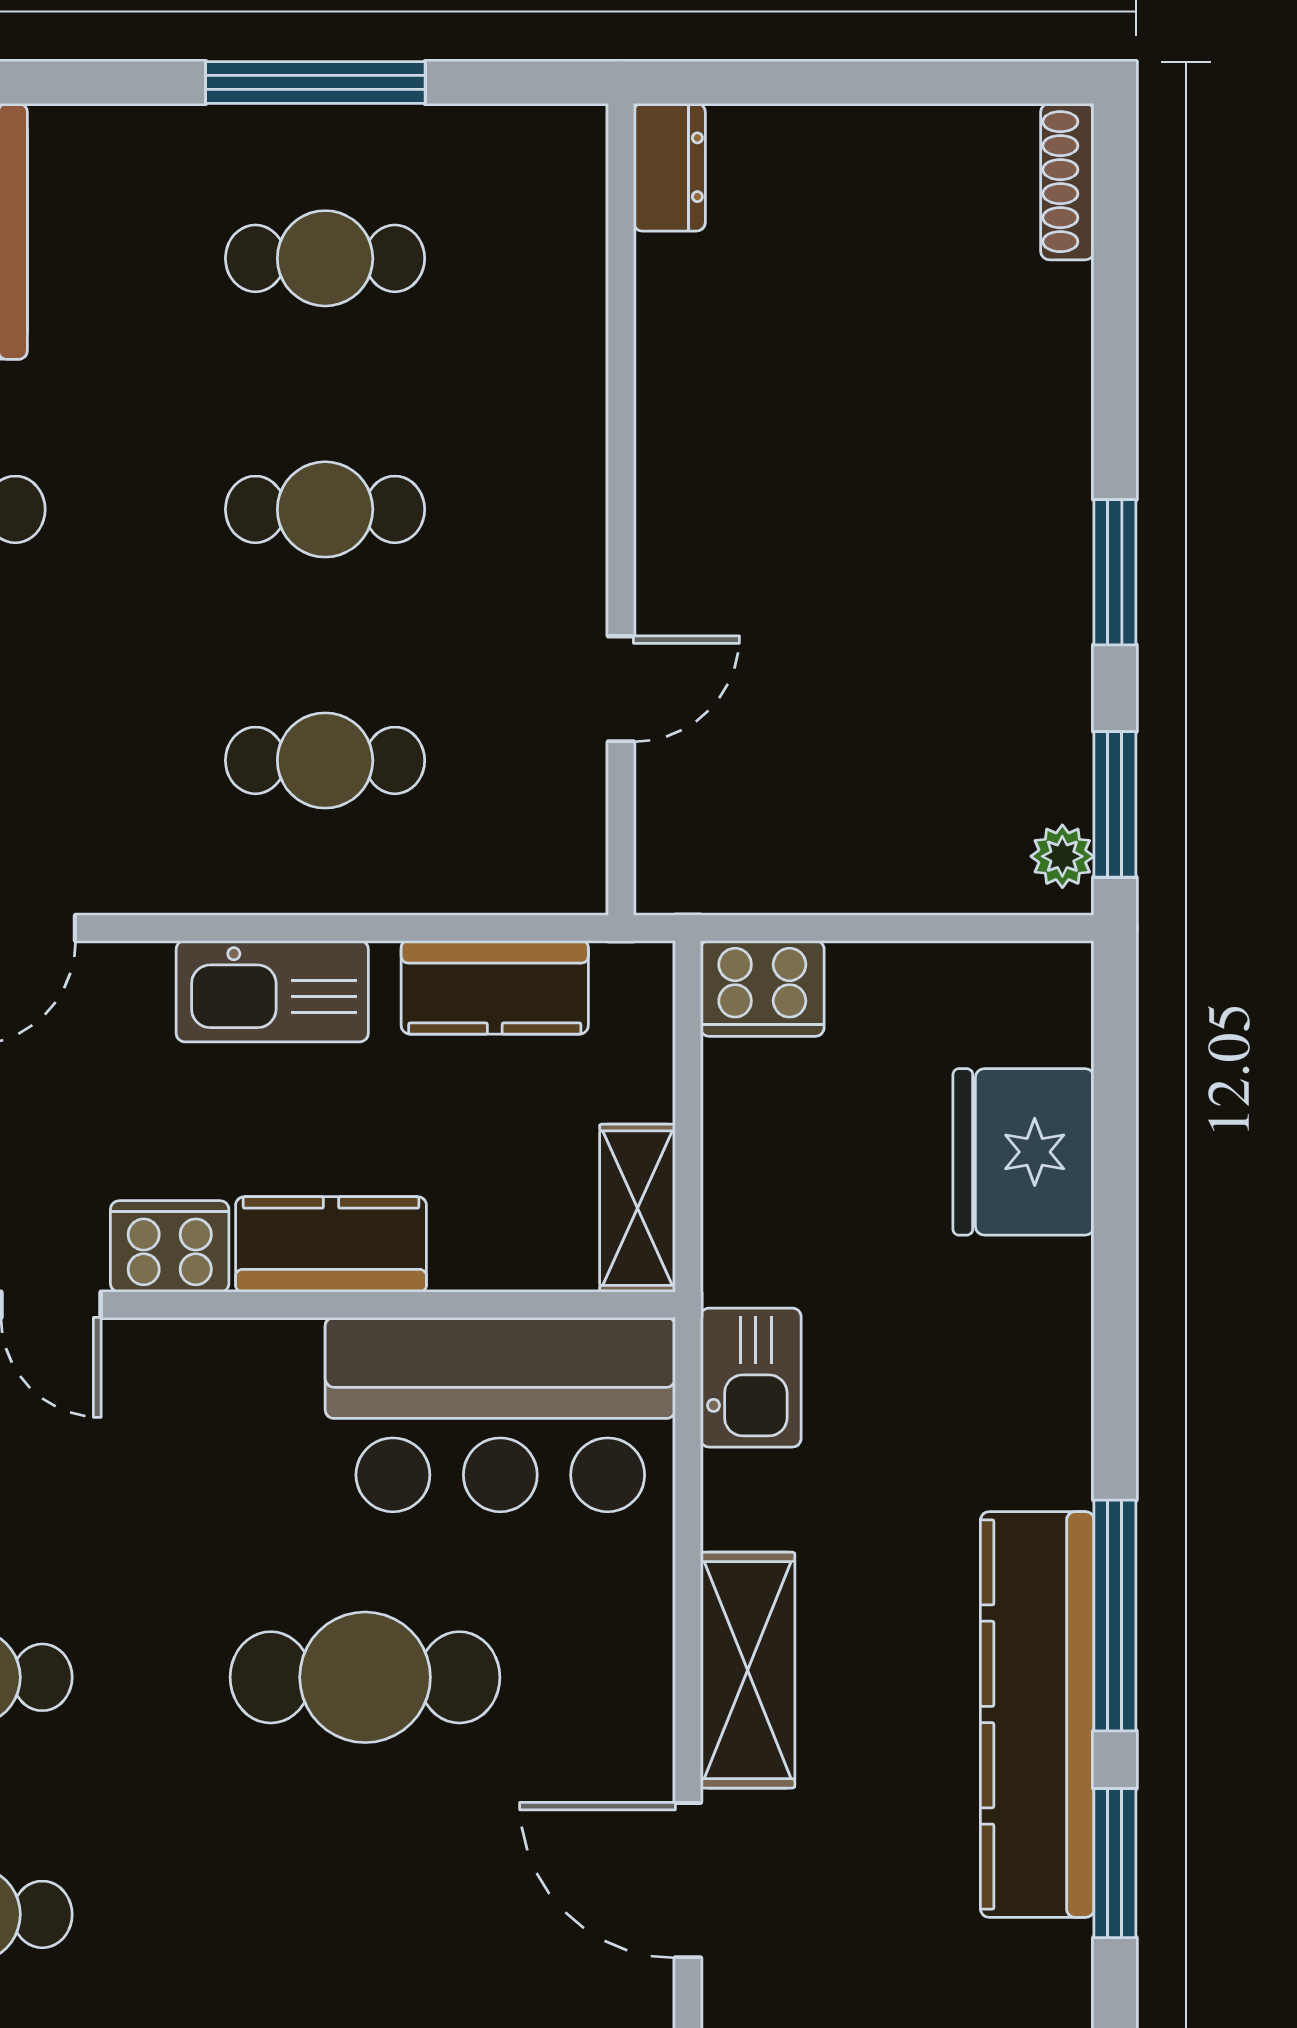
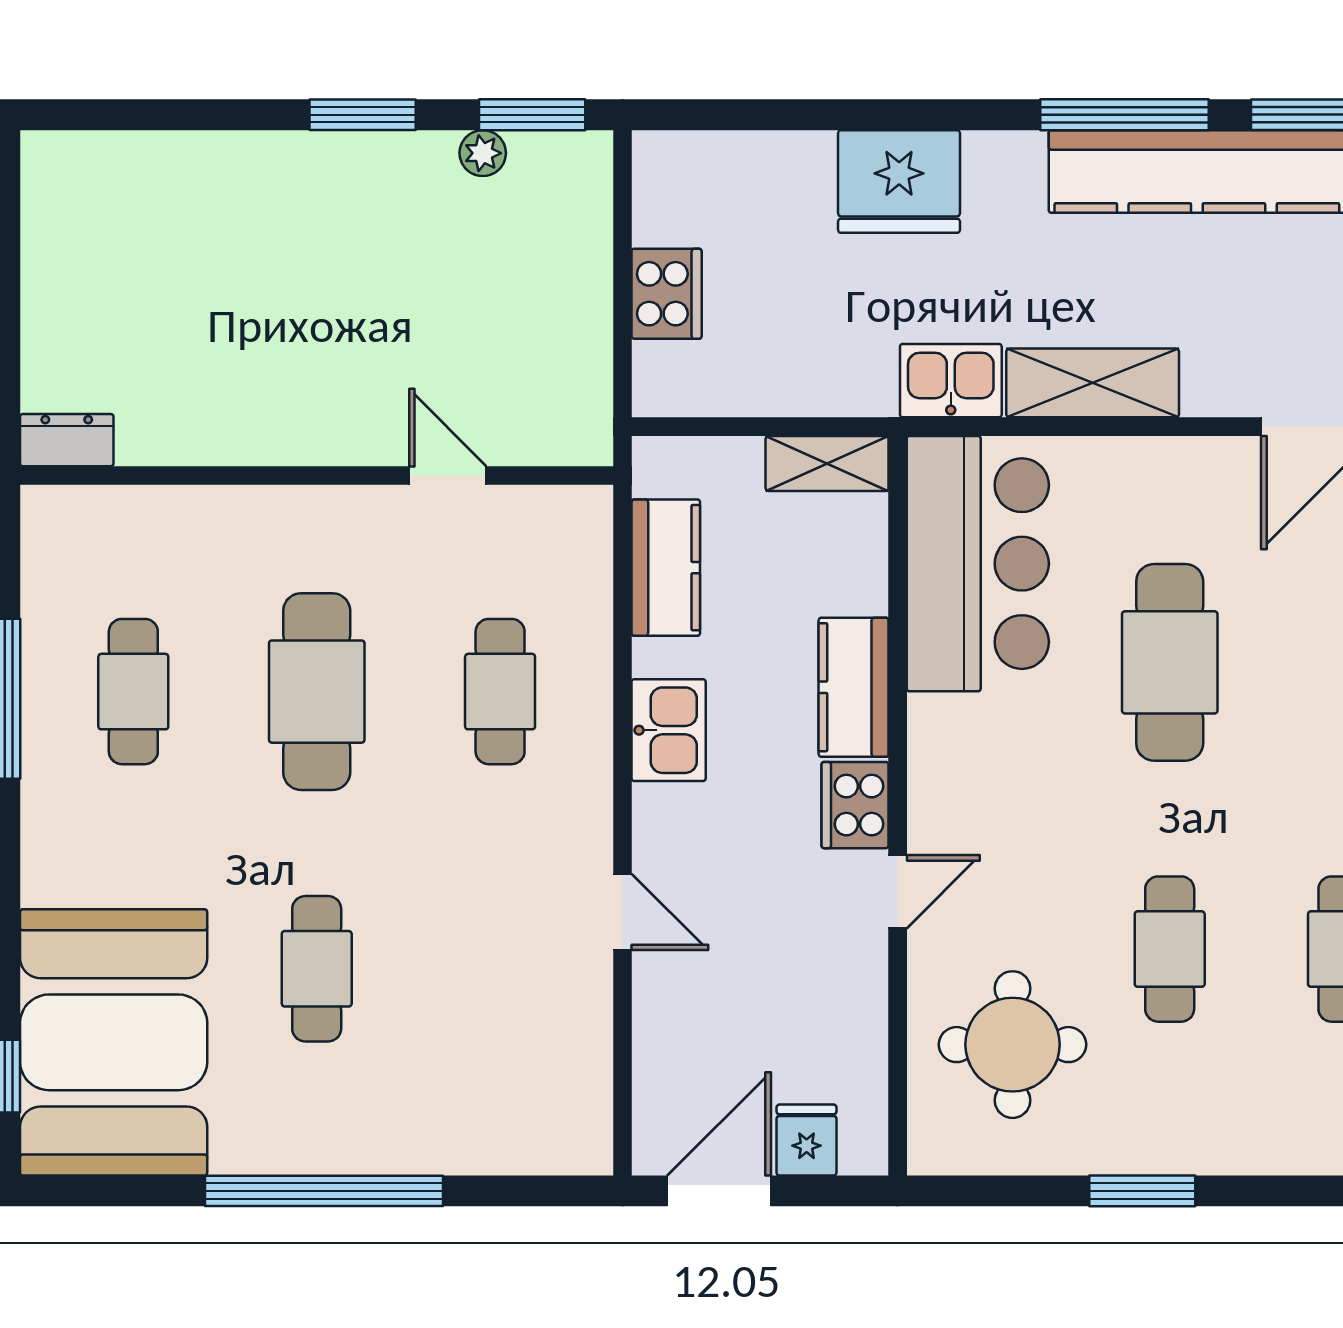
shoe rack: (1067, 182) -> (77, 149), removed
cafe table: (325, 509) -> (317, 692), width x1.37, depth x1.35
plant: (1062, 856) -> (483, 153), moved
cooker: (762, 988) -> (667, 294), moved
kitchen sink: (272, 991) -> (669, 730), width x0.73
fridge: (1023, 1152) -> (899, 182), moved
shelving: (748, 1670) -> (1093, 383), moved

